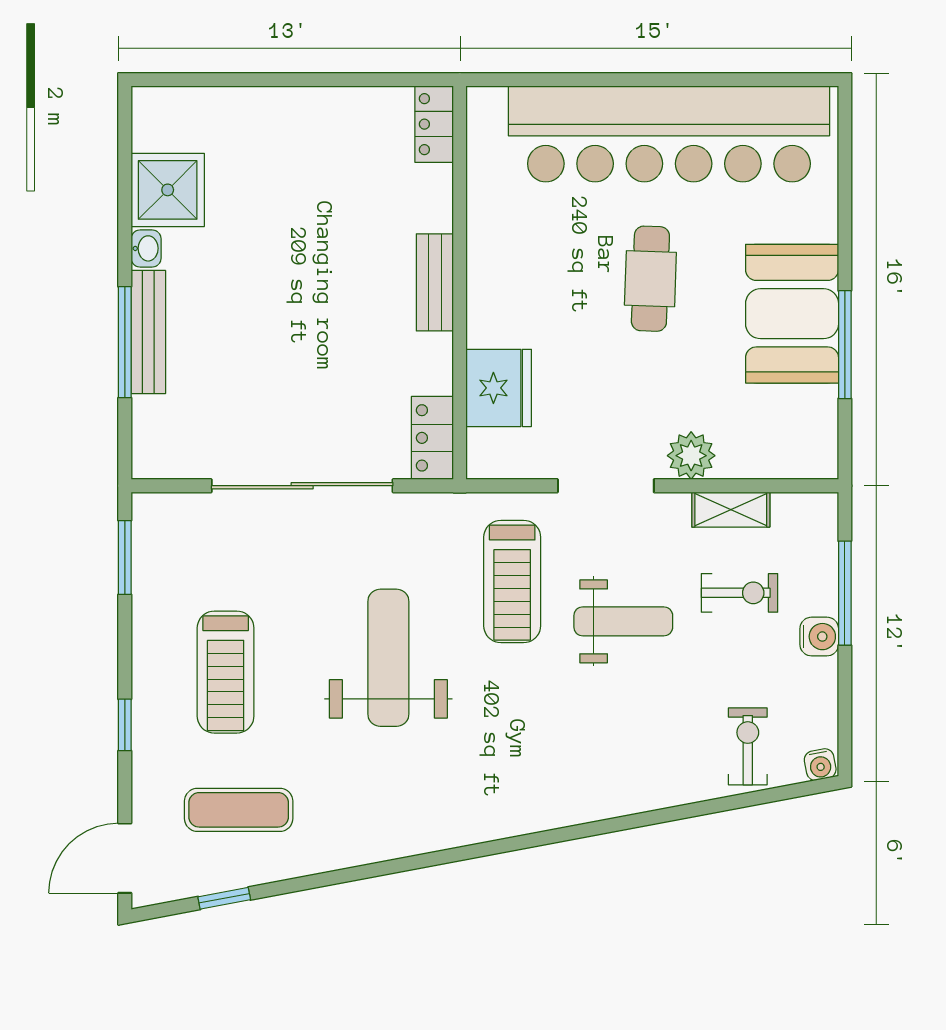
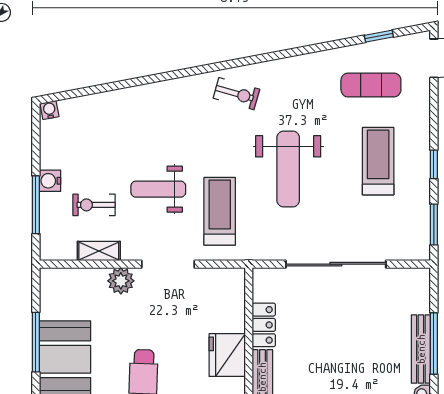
fridge: (499, 388) -> (227, 355), moved
locker: (432, 438) -> (264, 325), moved
window: (125, 725) -> (434, 164), moved
exercise bike: (748, 746) -> (236, 94), moved, turned -74

